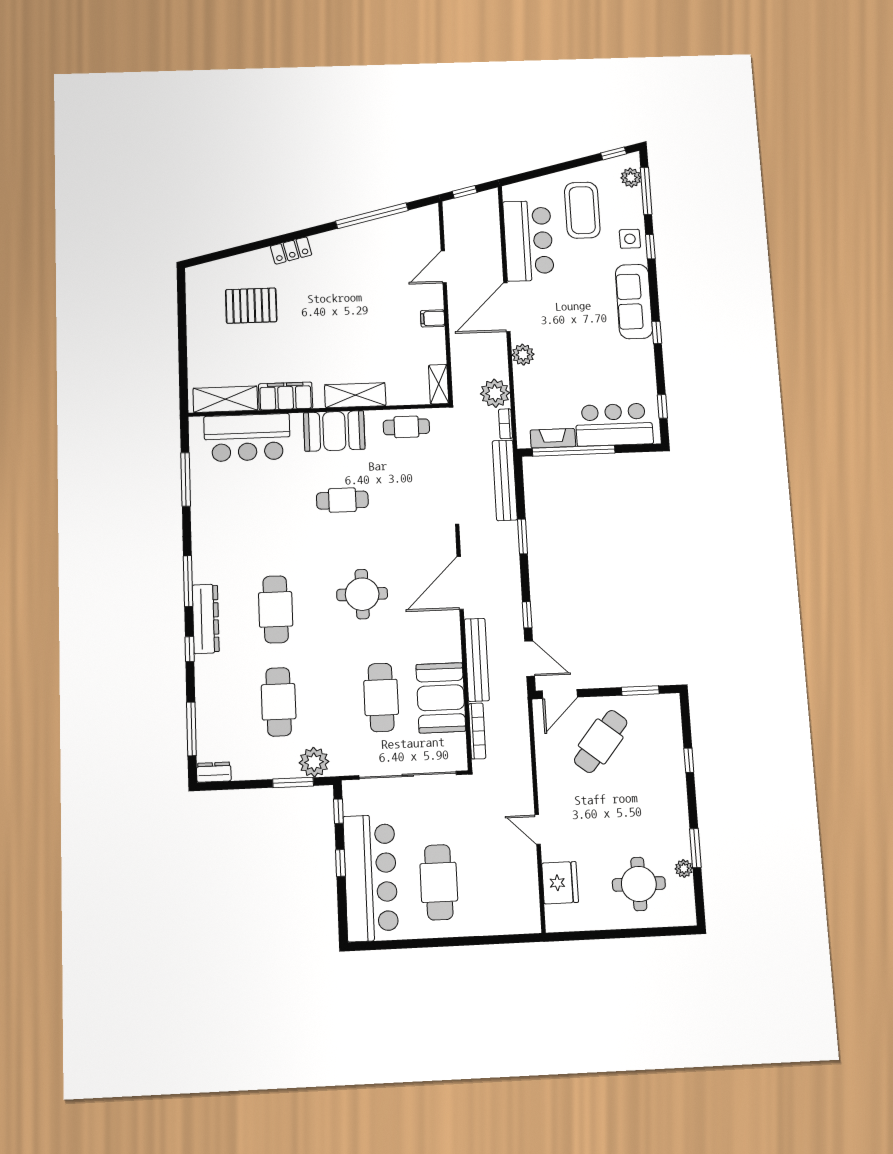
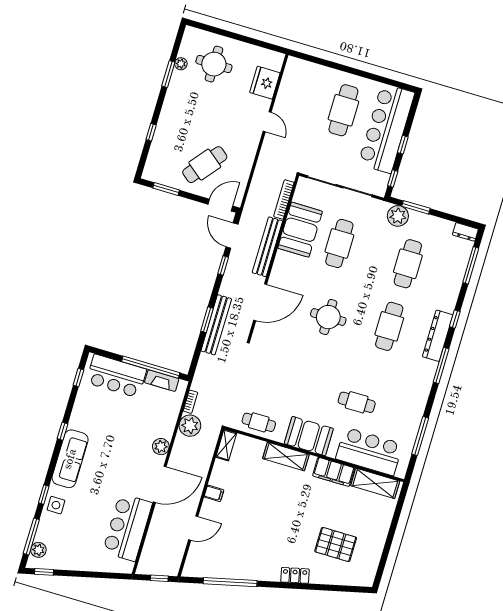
coffee table: (582, 210) -> (82, 537), removed
bench: (505, 480) -> (216, 325), moved
cafe table: (342, 500) -> (357, 402), moved

